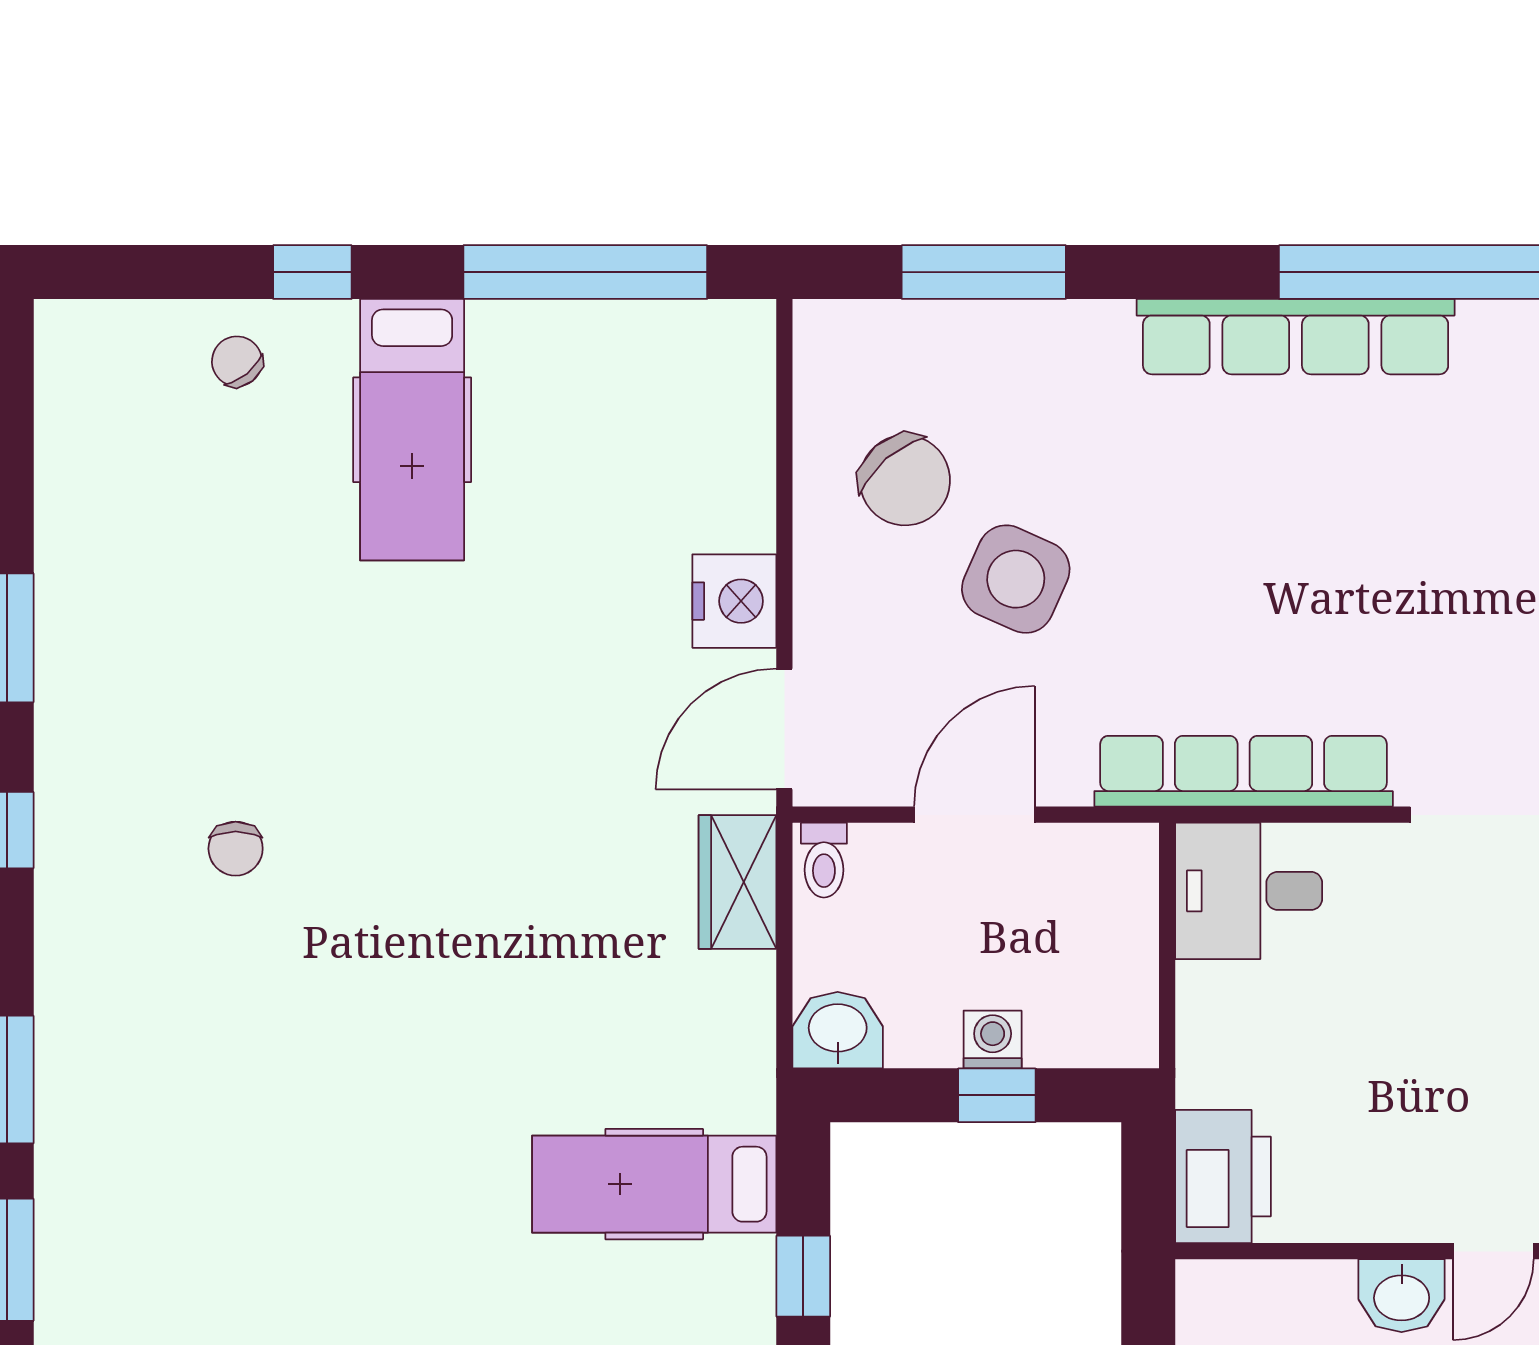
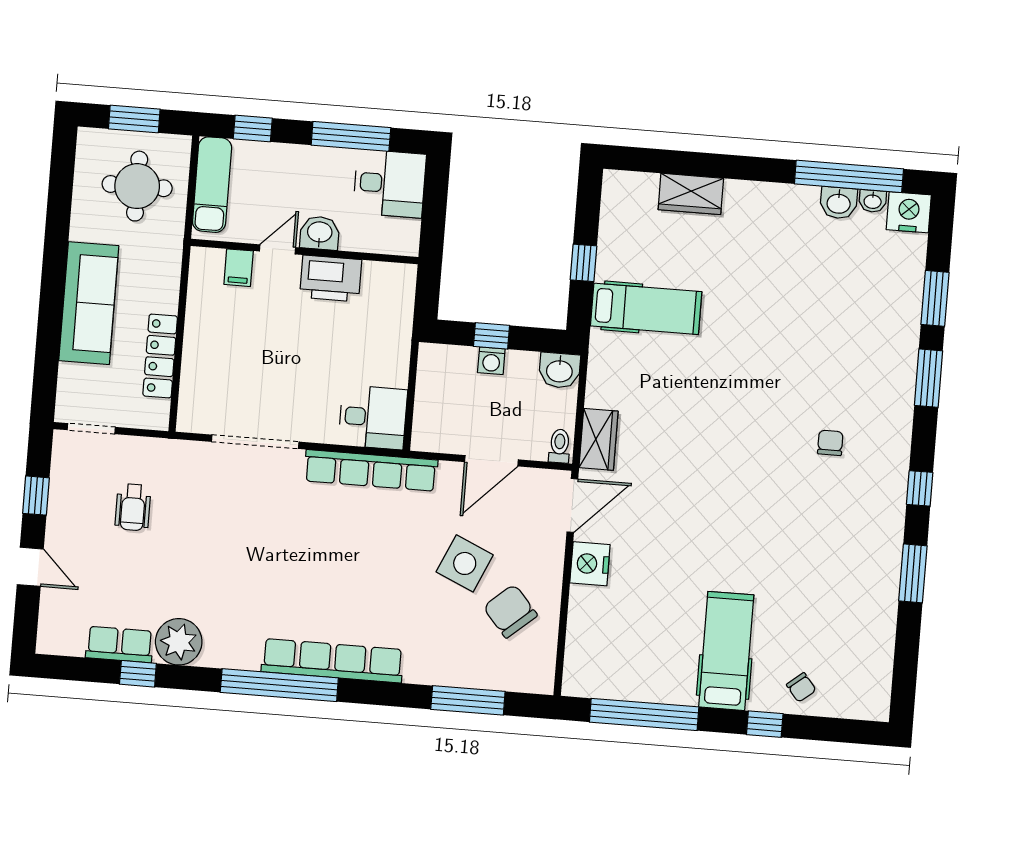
chair: (236, 849) -> (830, 443), moved
printer: (1223, 1177) -> (331, 278), moved, turned -90

